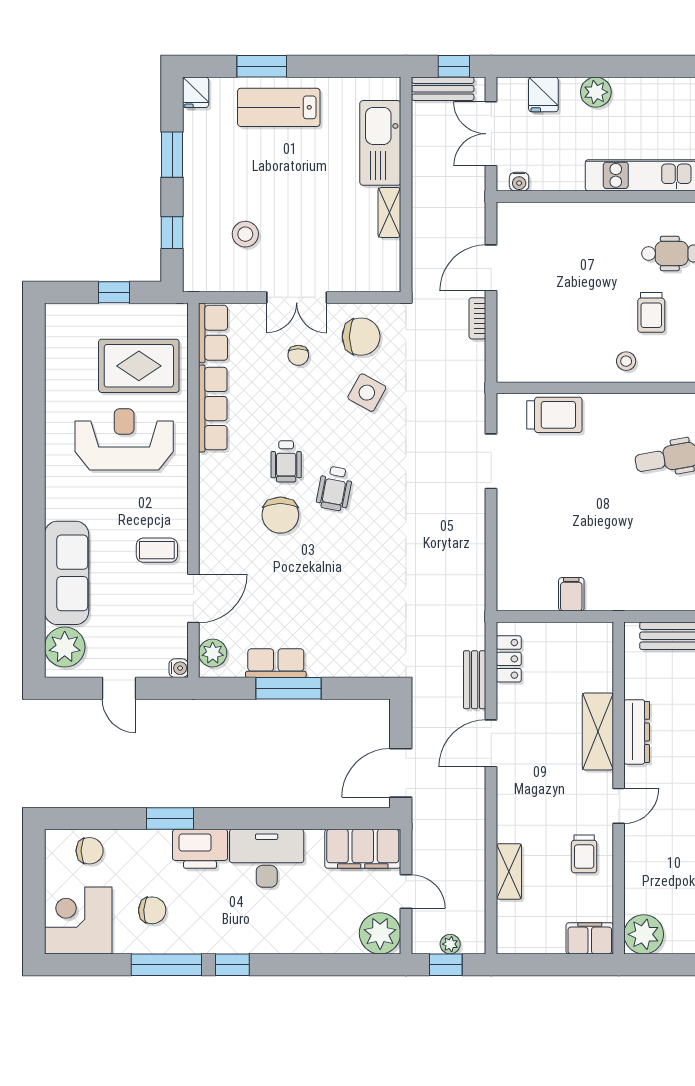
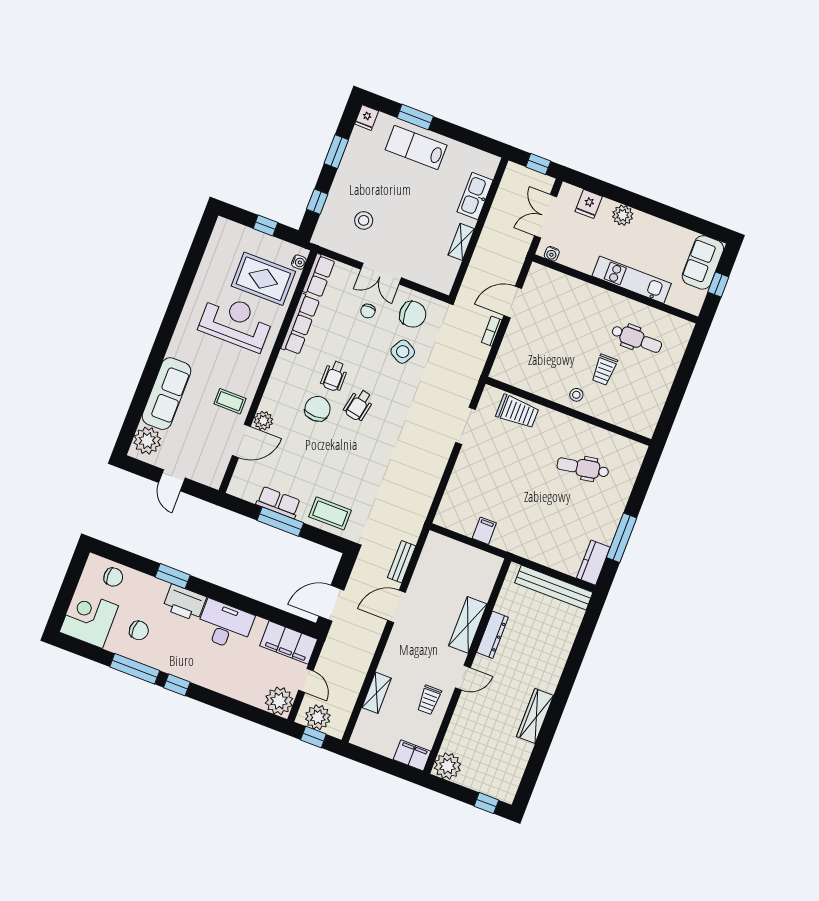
bench: (443, 89) -> (526, 176), removed
kitchen sink: (380, 143) -> (475, 196), width x0.73, depth x0.81
chair: (280, 515) -> (318, 409), turned 180
coffee table: (352, 651) -> (330, 513), added
plant: (213, 653) -> (263, 421), moved
locker: (509, 659) -> (428, 557), removed
water cooler: (179, 668) -> (299, 262), moved
plant: (450, 944) -> (318, 717), width x1.87, depth x1.87

